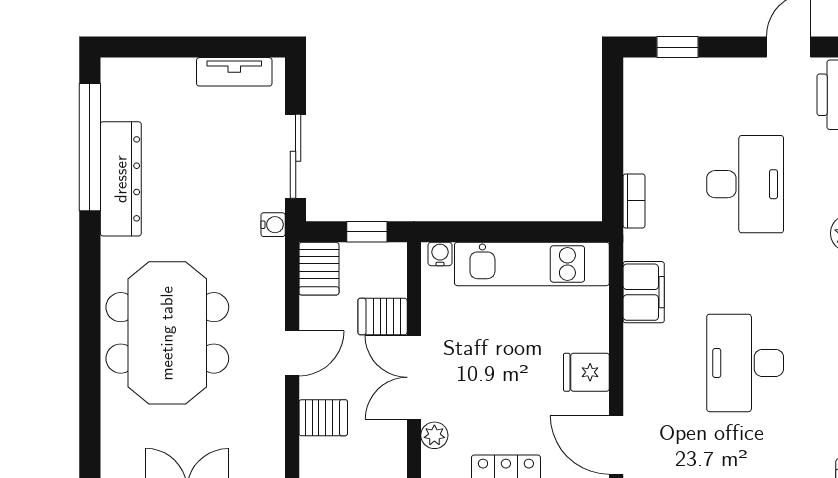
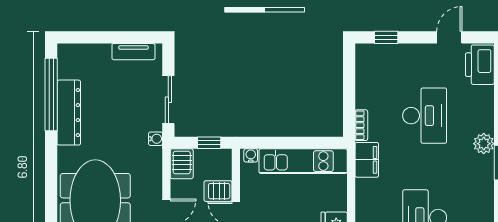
filing cabinet: (644, 292) -> (367, 160), moved

